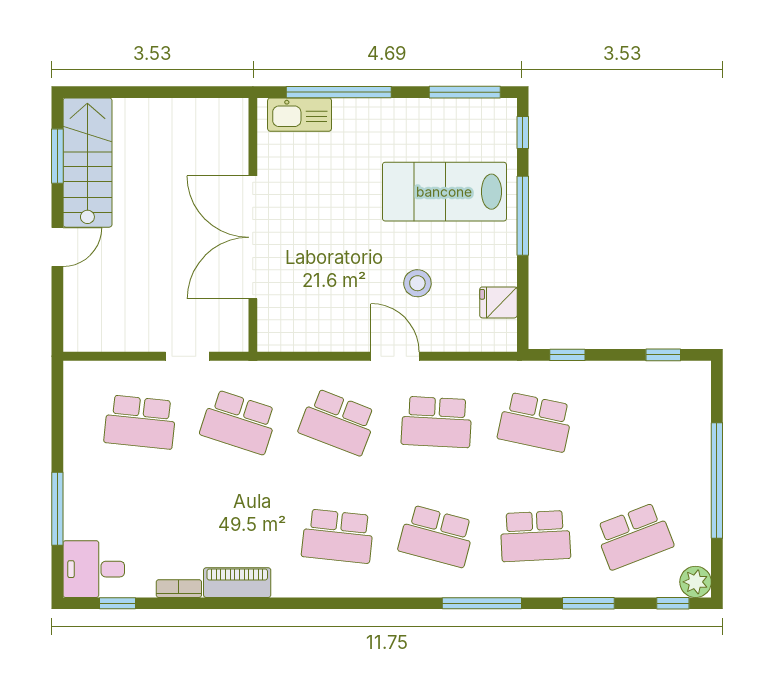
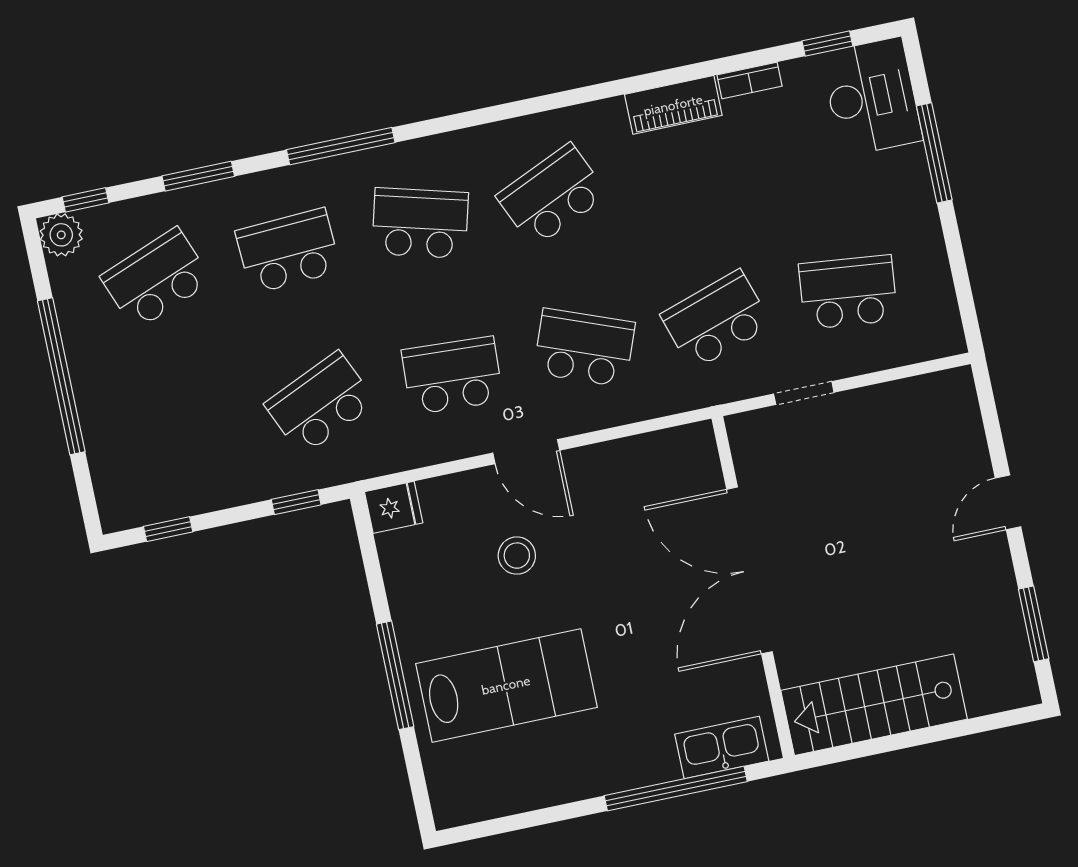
window: (465, 92) -> (507, 824), removed
window: (523, 132) -> (419, 787), removed
stairs: (87, 163) -> (874, 705), moved, turned 90
double door: (253, 237) -> (749, 570), swing flipped
fridge: (498, 302) -> (394, 507), moved
school desk: (239, 422) -> (716, 320), turned -36
school desk: (535, 422) -> (320, 403), turned -36
school desk: (338, 536) -> (552, 195), turned -30
desk: (94, 569) -> (872, 97), width x1.37

